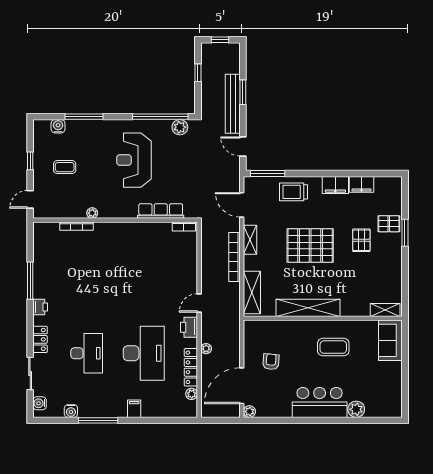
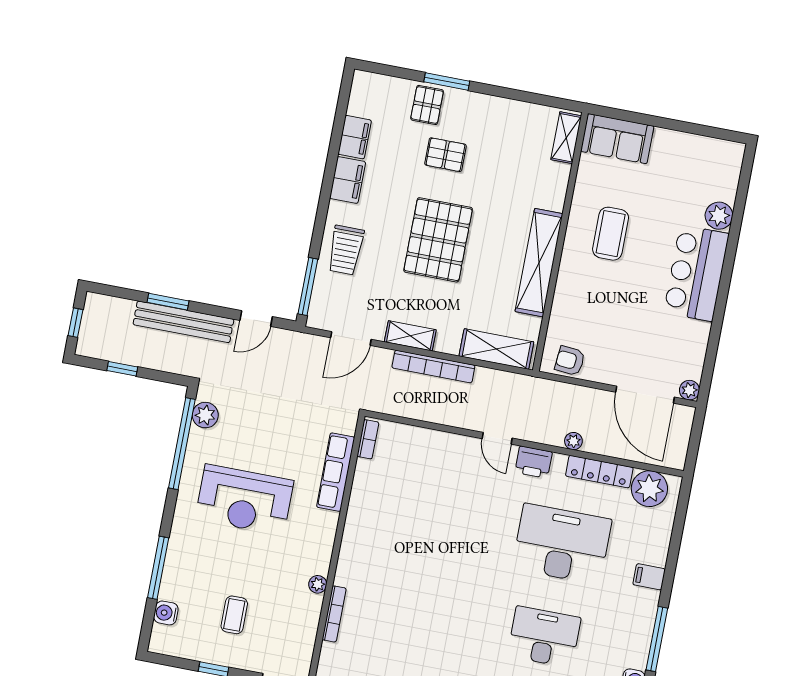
armchair: (271, 362) -> (570, 361), moved
plant: (192, 394) -> (649, 489), width x1.88, depth x1.88

